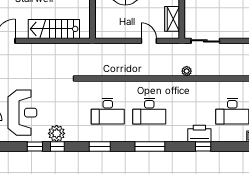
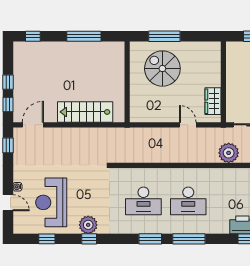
plant: (187, 71) -> (229, 153), width x1.88, depth x1.88
reception desk: (22, 113) -> (51, 202), turned 180
window: (35, 146) -> (47, 239), moved
window: (100, 146) -> (150, 239), moved

